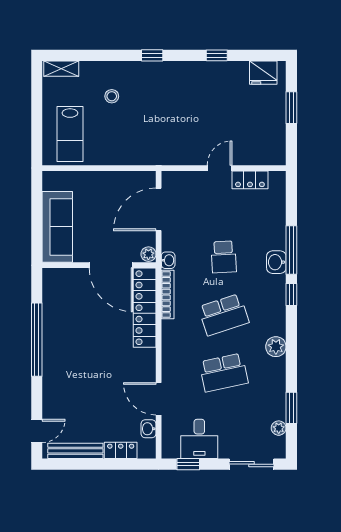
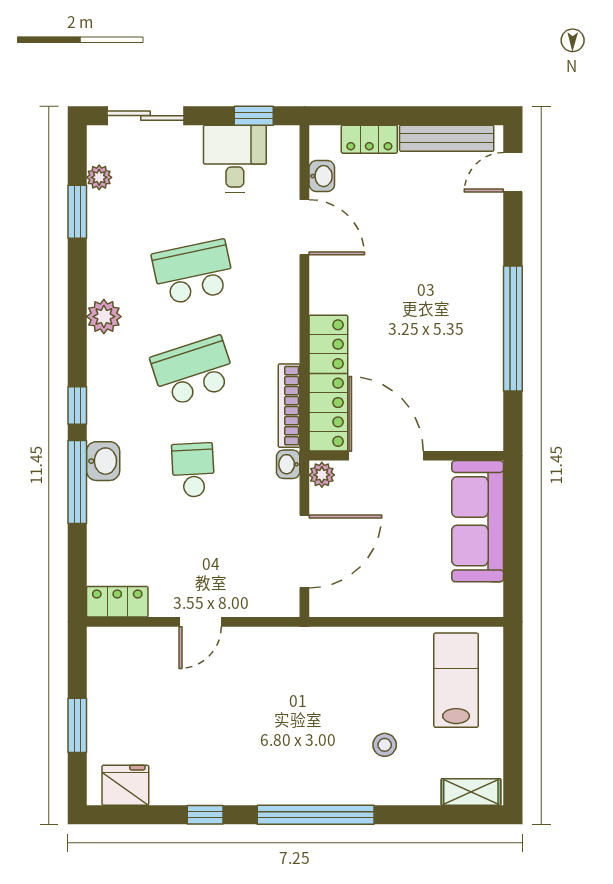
window: (152, 55) -> (316, 815), width x3.17
locker: (250, 180) -> (117, 602), moved

